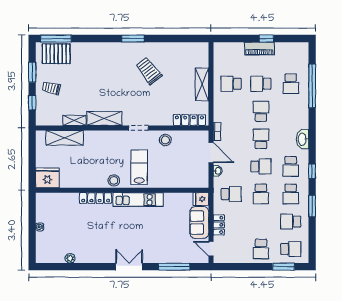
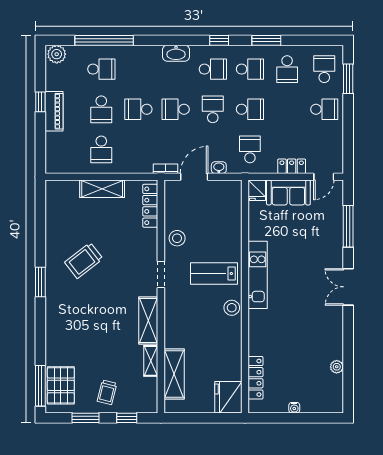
plant: (302, 51) -> (57, 54), added
locker: (96, 198) -> (256, 378), moved

